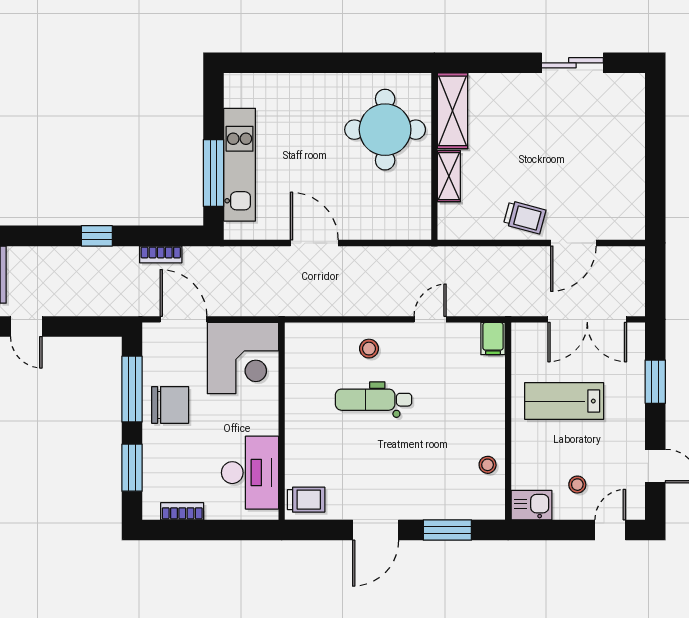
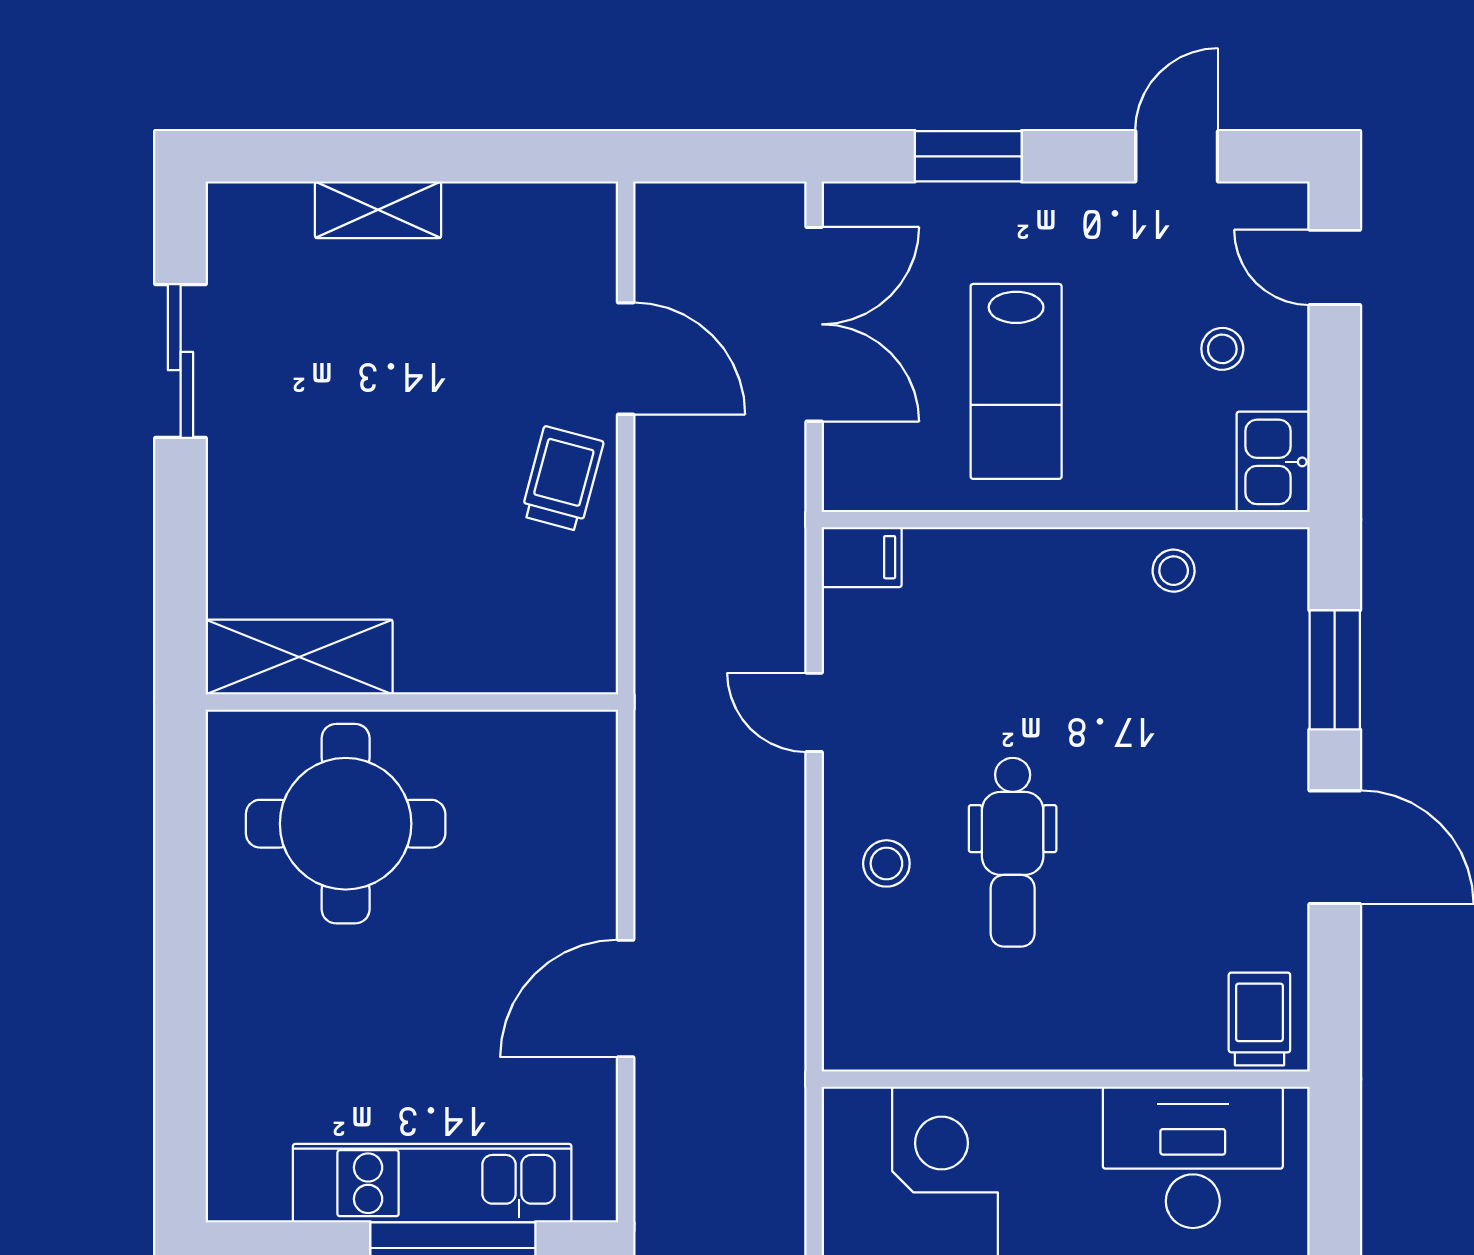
shelving: (449, 176) -> (378, 210), moved

